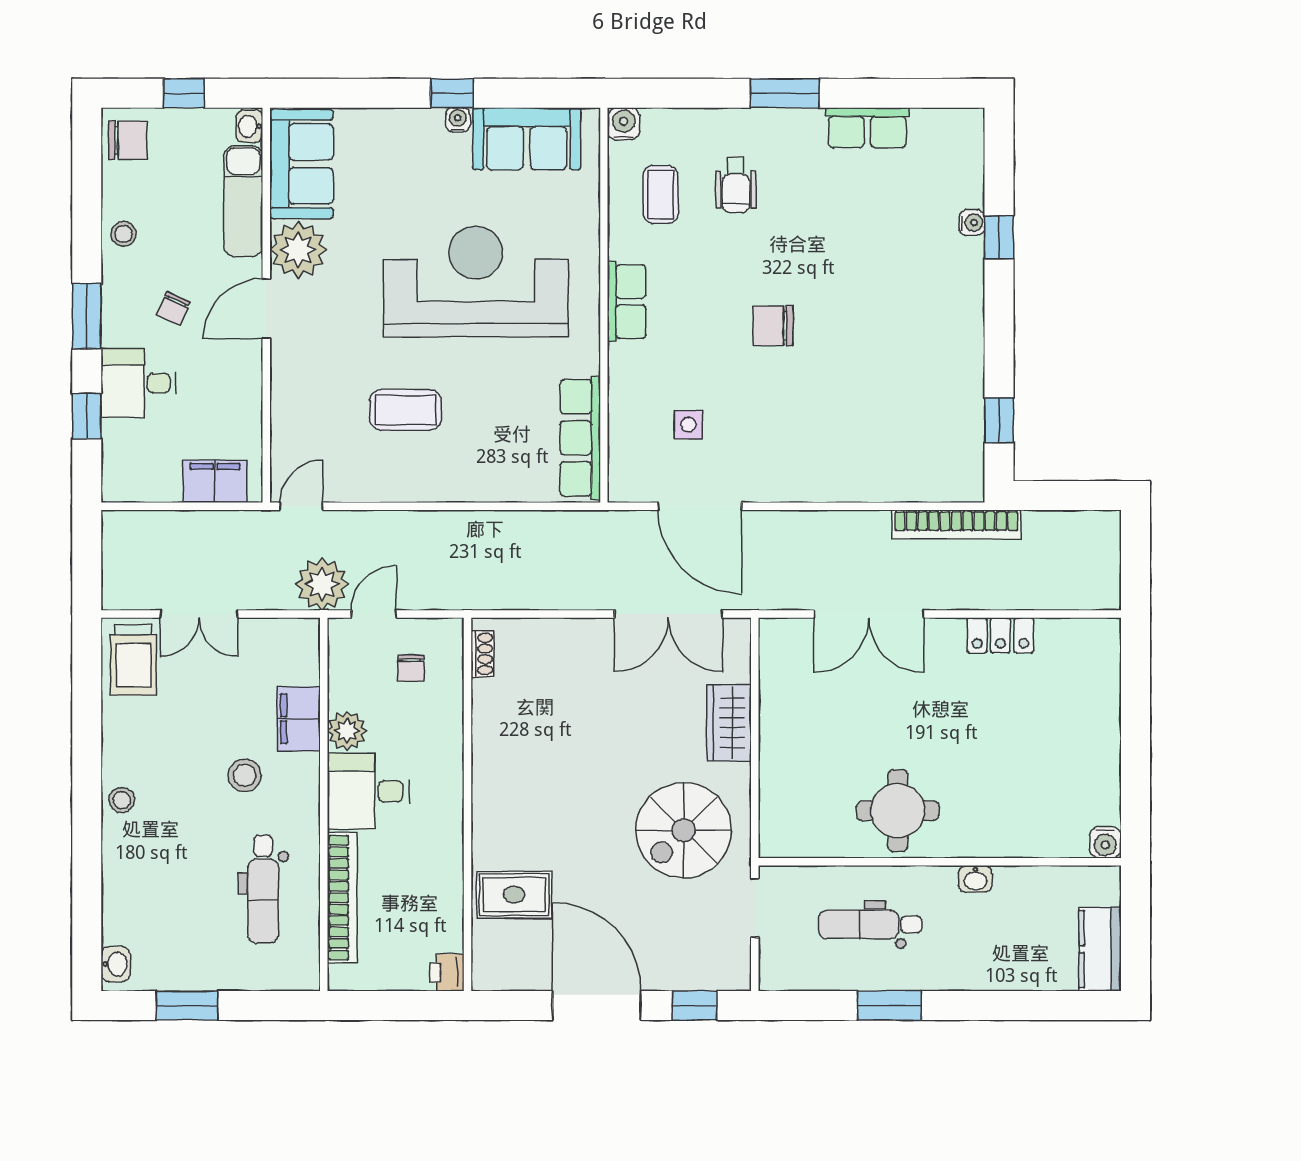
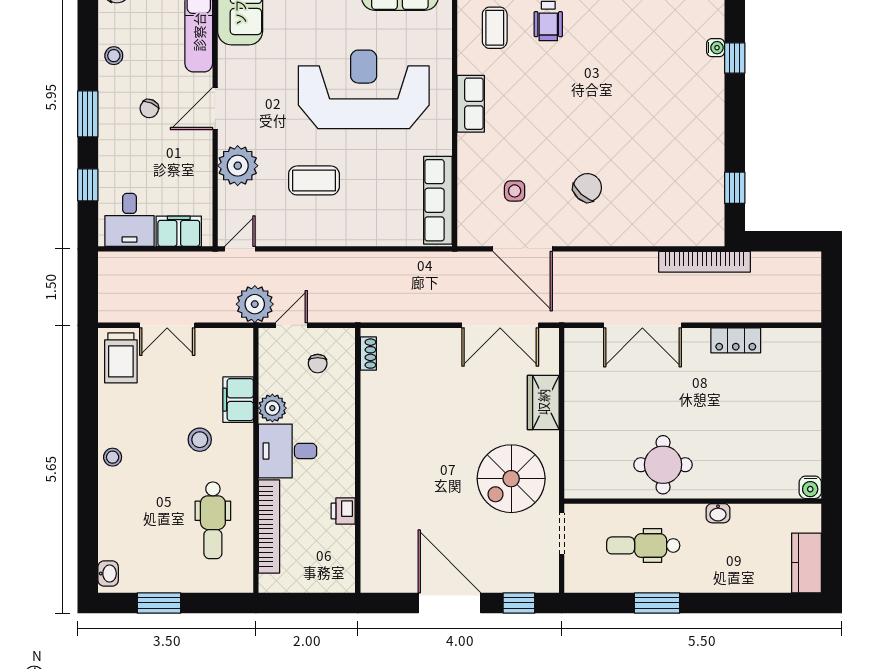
plant: (298, 250) -> (238, 166), moved
chair: (773, 326) -> (587, 188), moved, turned 132
desk: (138, 383) -> (130, 220), moved, turned -90
rug: (514, 895) -> (391, 524), removed
printer: (447, 972) -> (343, 511), moved

